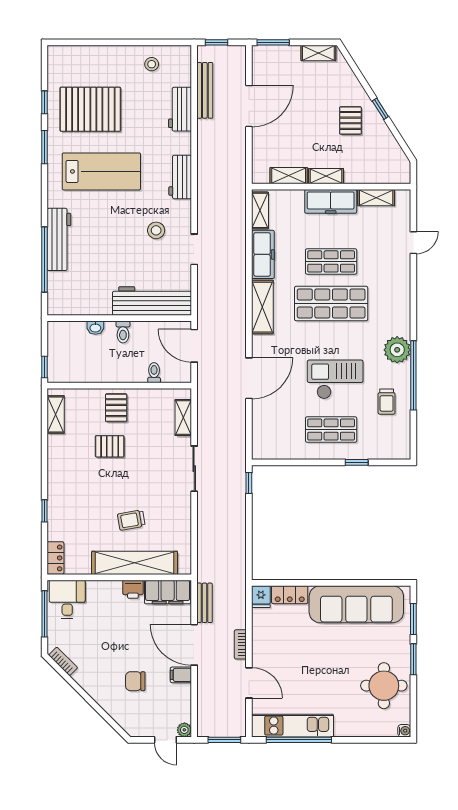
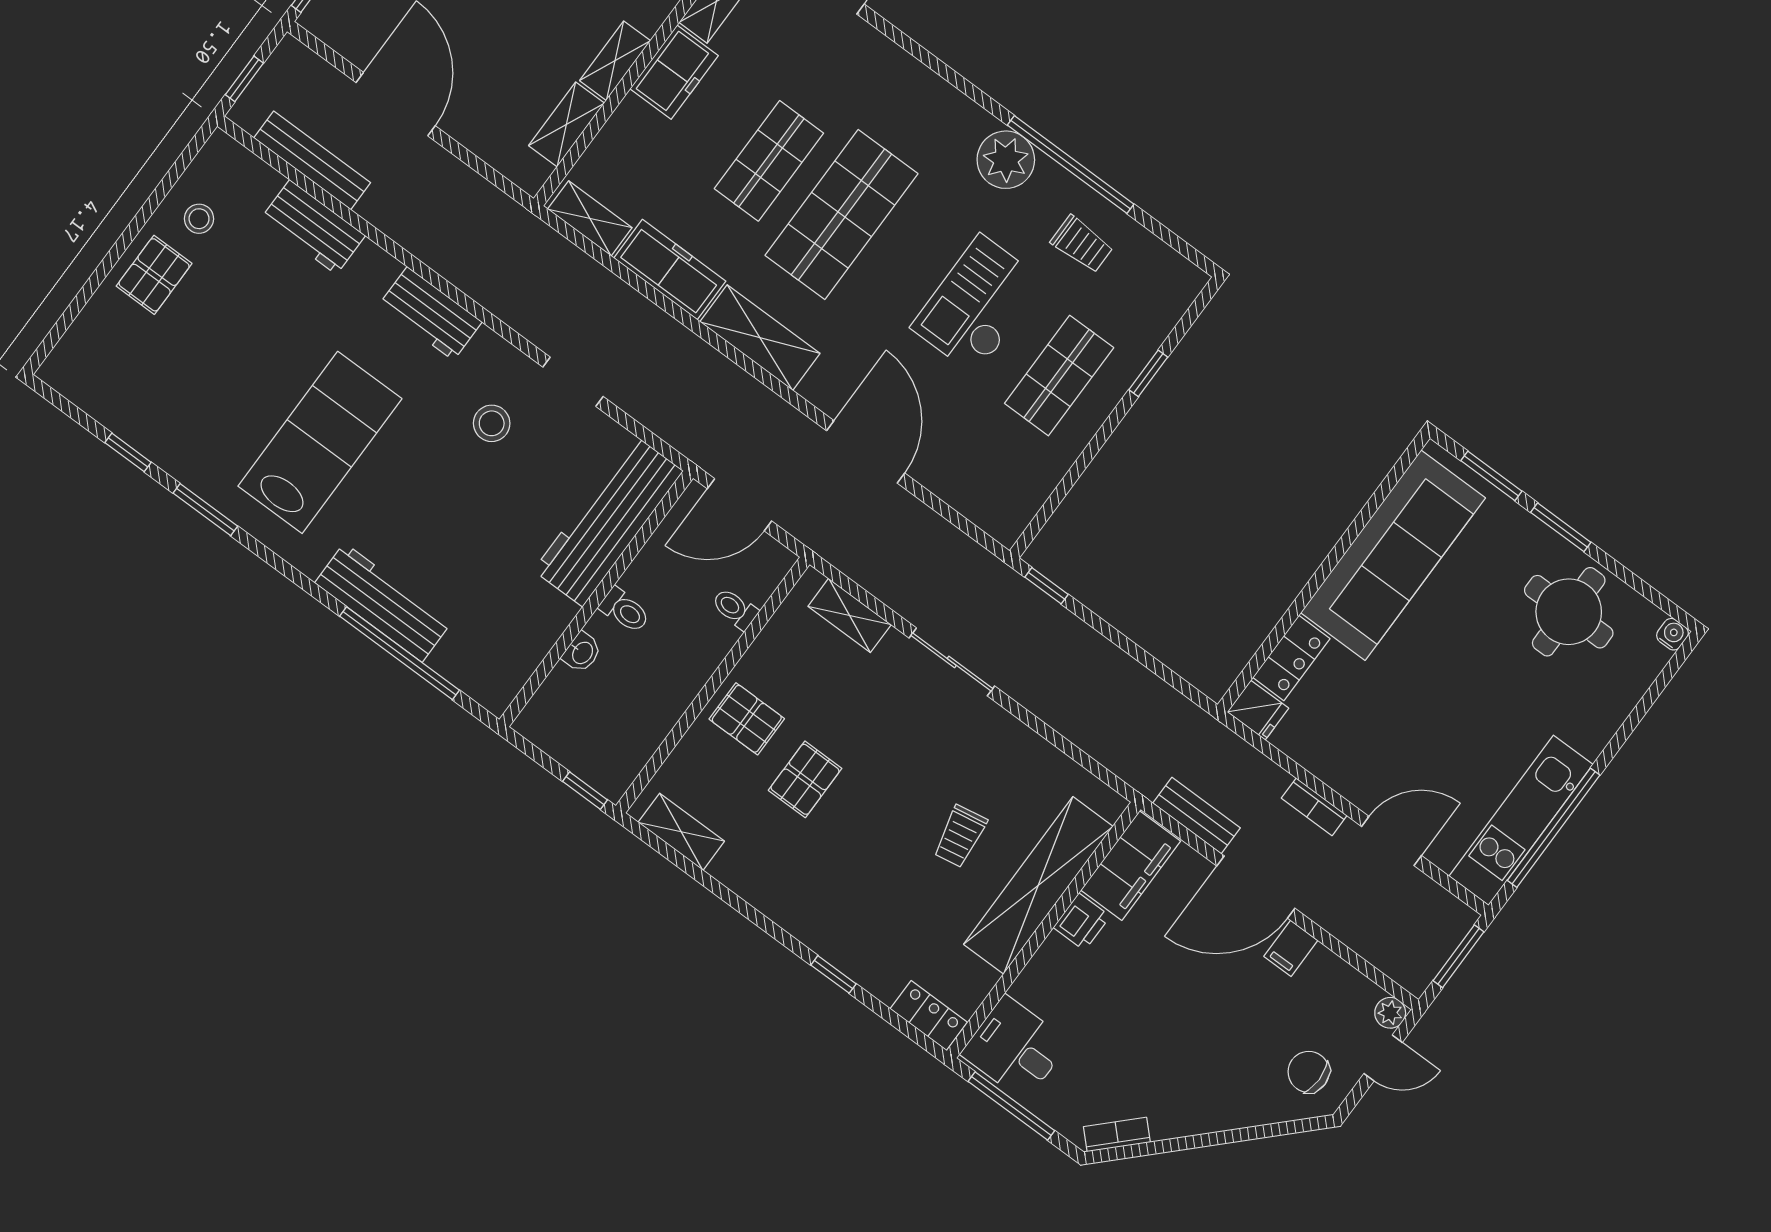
pallet: (90, 109) -> (154, 275), moved, width x0.49, depth x0.50
freezer: (331, 201) -> (674, 72), width x0.71
chair: (135, 681) -> (1309, 1072), moved, turned 90

